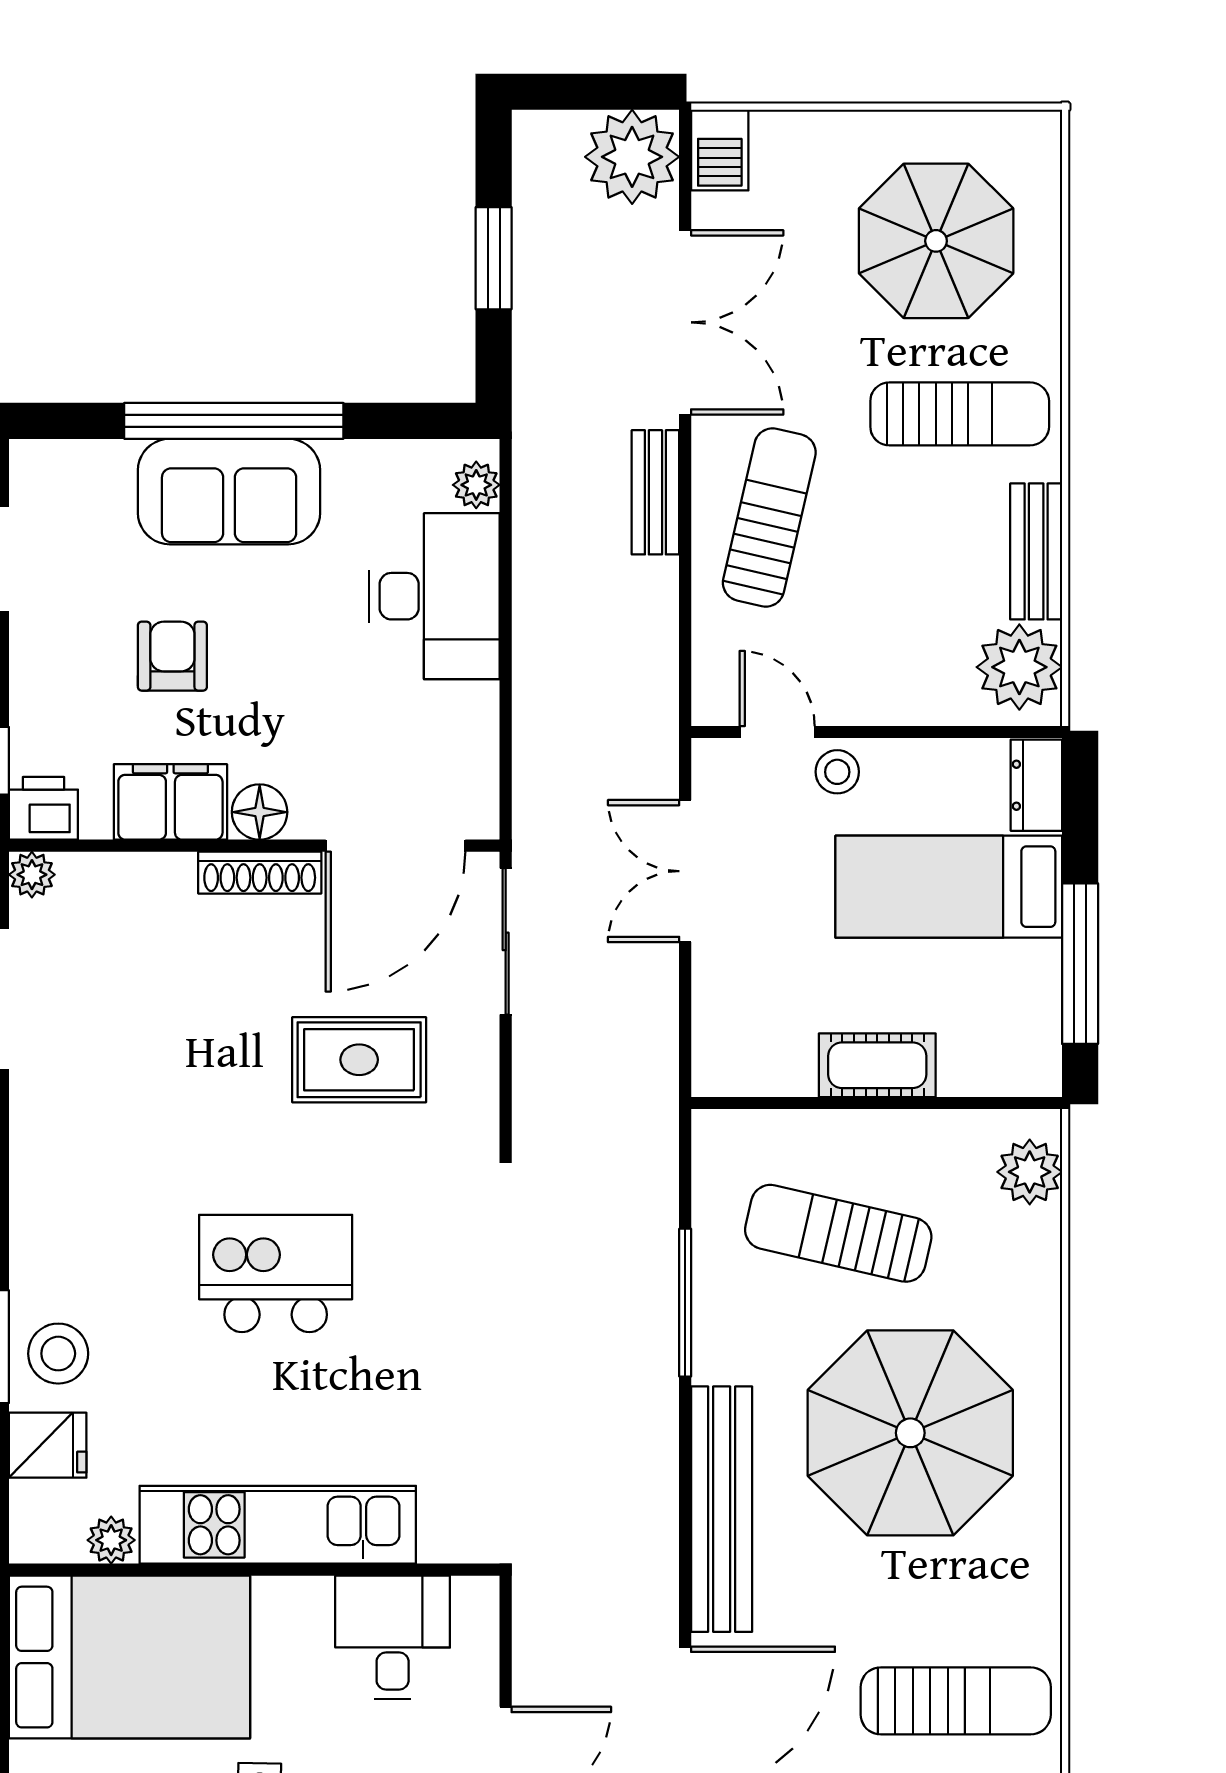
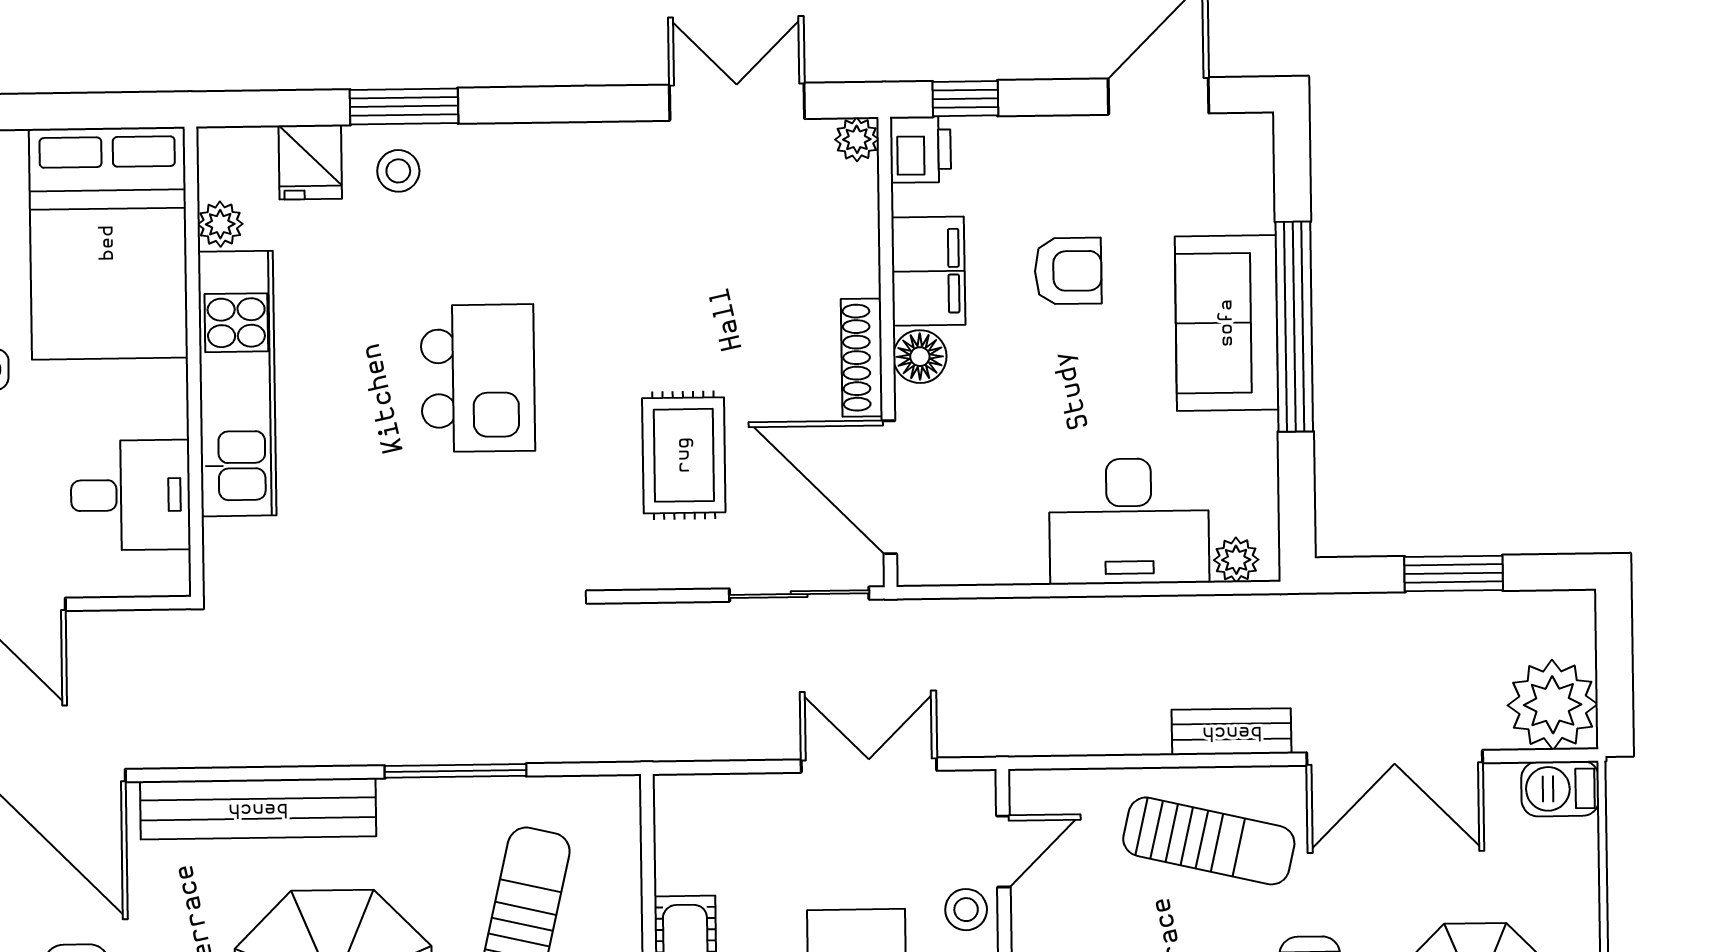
stool: (58, 1354) -> (398, 171), width x0.73, depth x0.73

